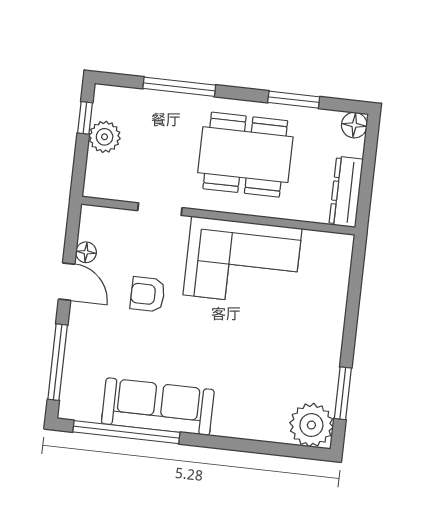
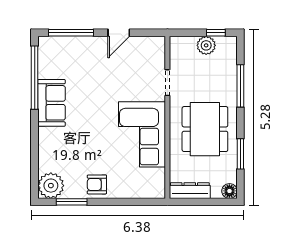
floor lamp: (86, 252) -> (137, 42), removed
armchair: (148, 294) -> (97, 184), moved, turned -90
sofa: (158, 407) -> (52, 103), width x0.73

